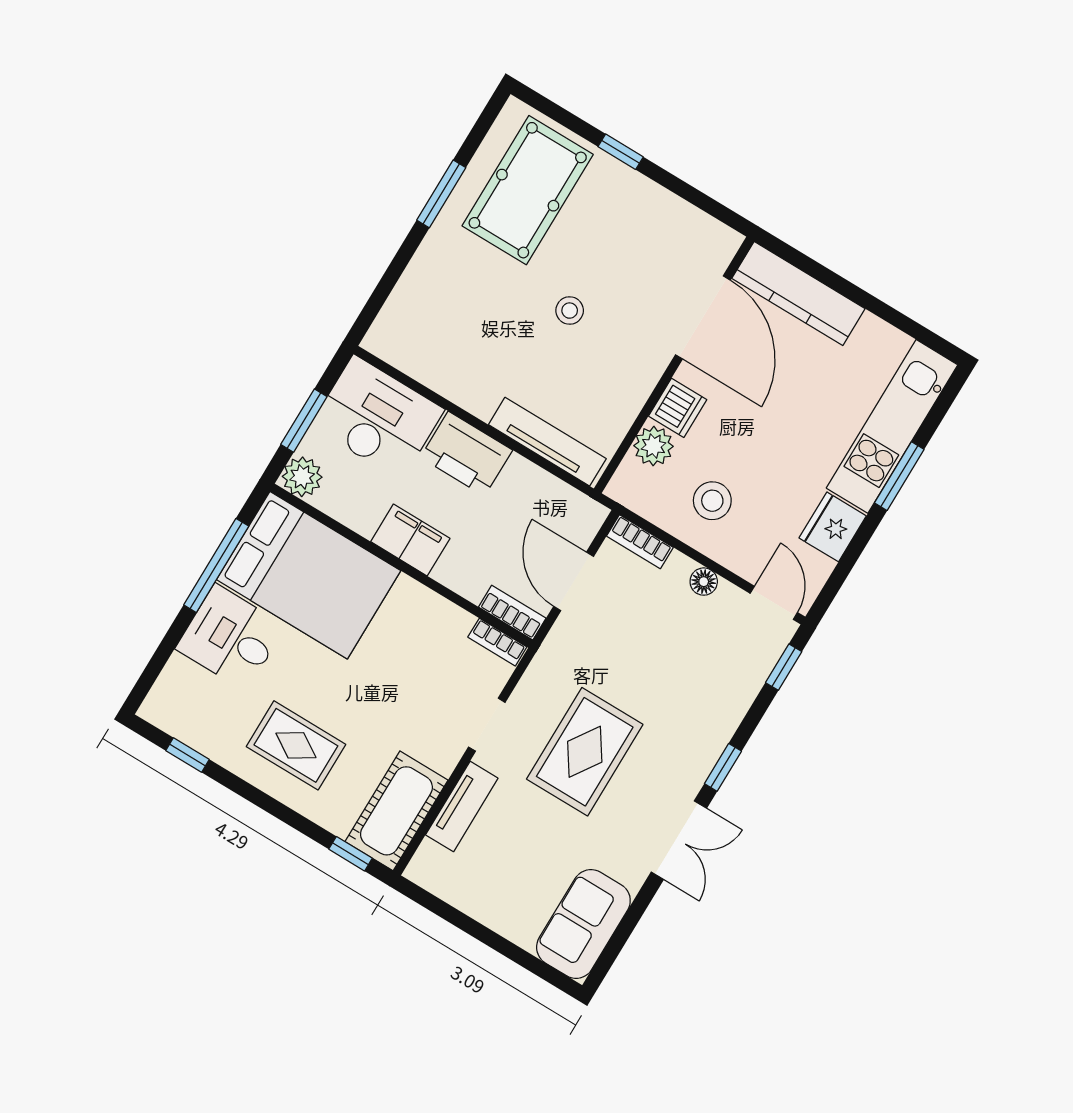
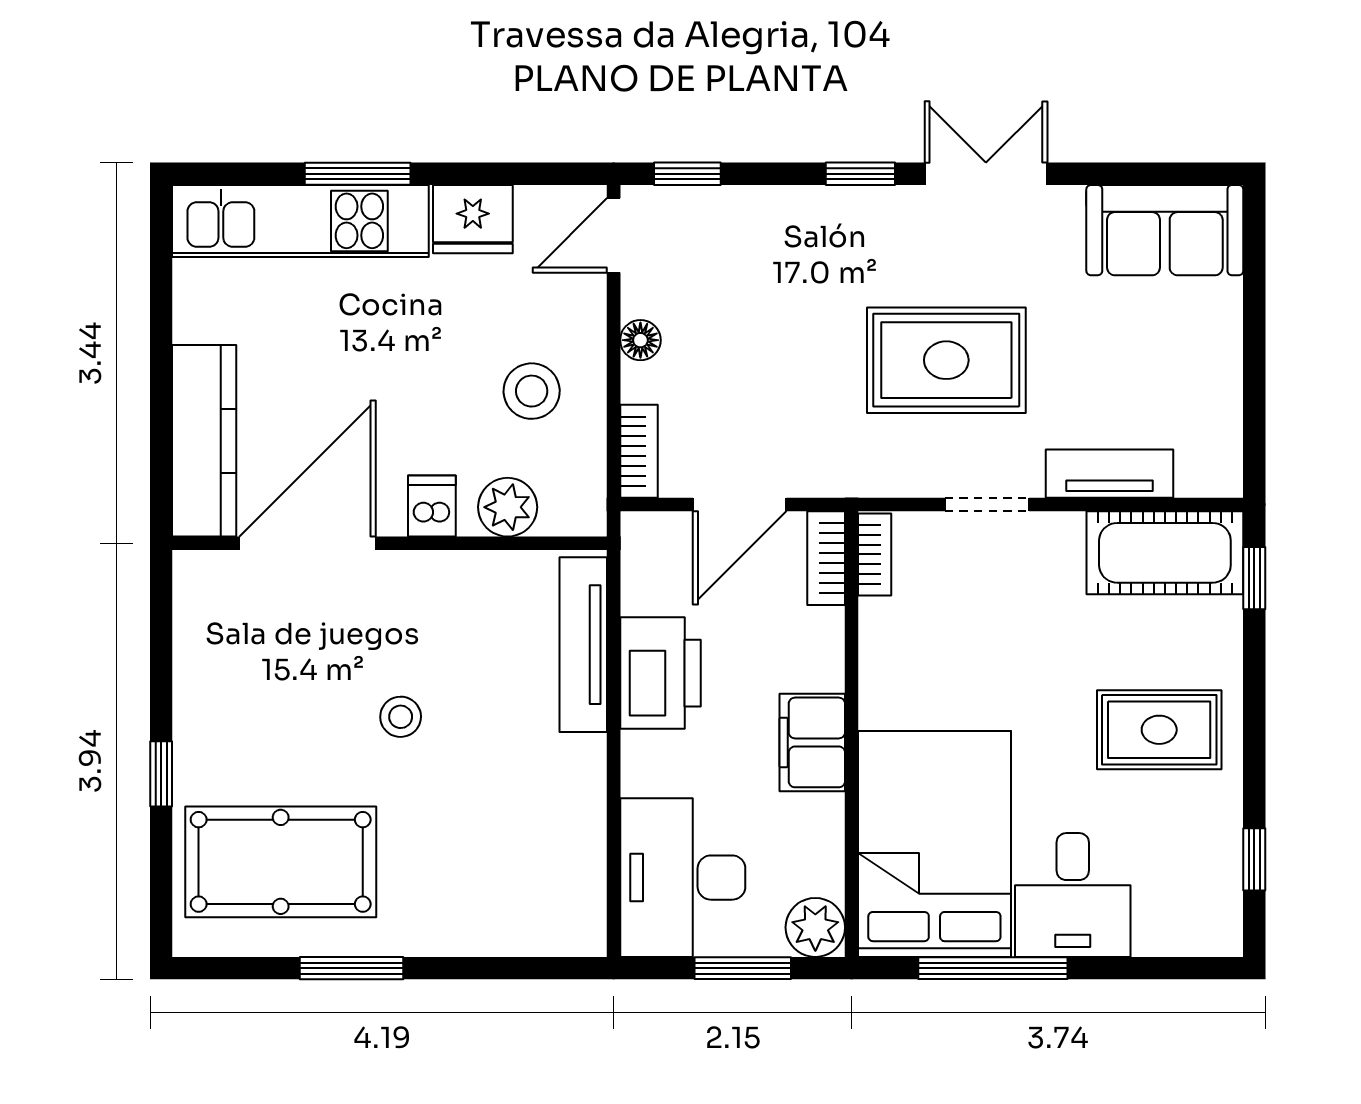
dishwasher: (678, 408) -> (432, 506), width x0.73
printer: (466, 454) -> (660, 673), moved
rug: (296, 745) -> (1159, 730), turned 90

